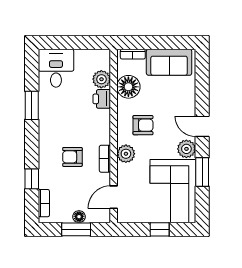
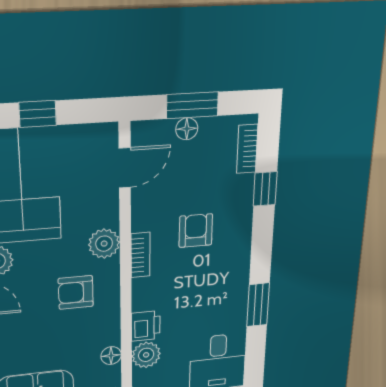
floor lamp: (128, 87) -> (111, 356), width x0.53, depth x0.53
armchair: (72, 157) -> (196, 231), turned -90
bookcase: (105, 159) -> (140, 255), moved

